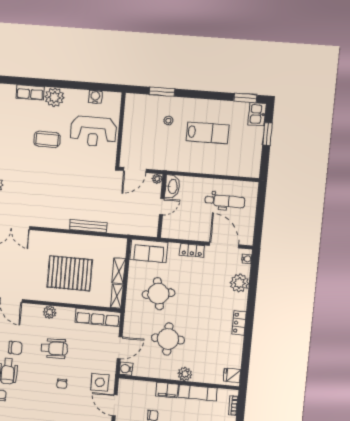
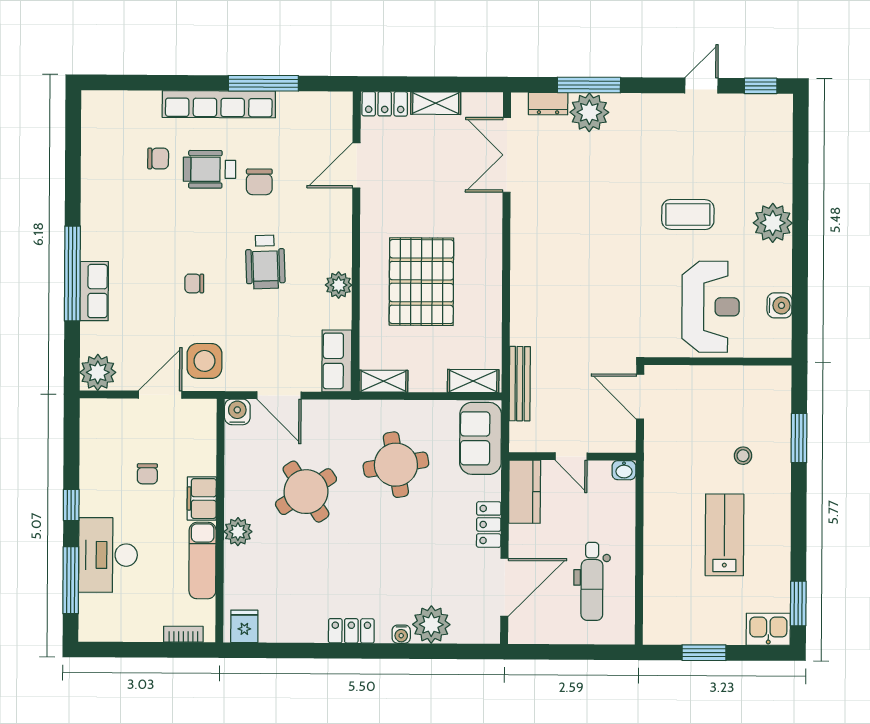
row of seats: (30, 92) -> (779, 173), removed
reception desk: (93, 131) -> (711, 307), turned 180
lab bench: (207, 133) -> (724, 535), turned 180
window: (267, 134) -> (704, 653), moved
coffee table: (47, 139) -> (688, 214), turned 90
plant: (157, 179) -> (626, 443), removed
washbasin: (172, 186) -> (624, 470), width x0.52, depth x0.69
bench: (88, 226) -> (520, 384), moved
kitchen counter: (177, 231) -> (525, 492), added
water cooler: (247, 259) -> (401, 634), moved
shelving: (119, 271) -> (473, 381), moved
plant: (50, 312) -> (339, 285), moved
row of seats: (98, 317) -> (337, 361), width x0.68
round table: (168, 339) -> (306, 492), turned -33

